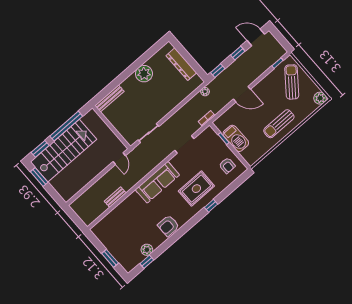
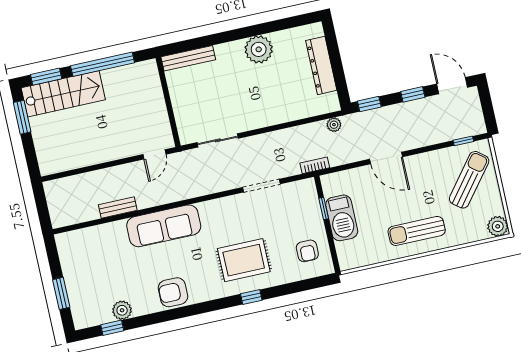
stairs: (64, 151) -> (63, 94), width x0.73, depth x0.66
sofa: (157, 182) -> (164, 226), moved

